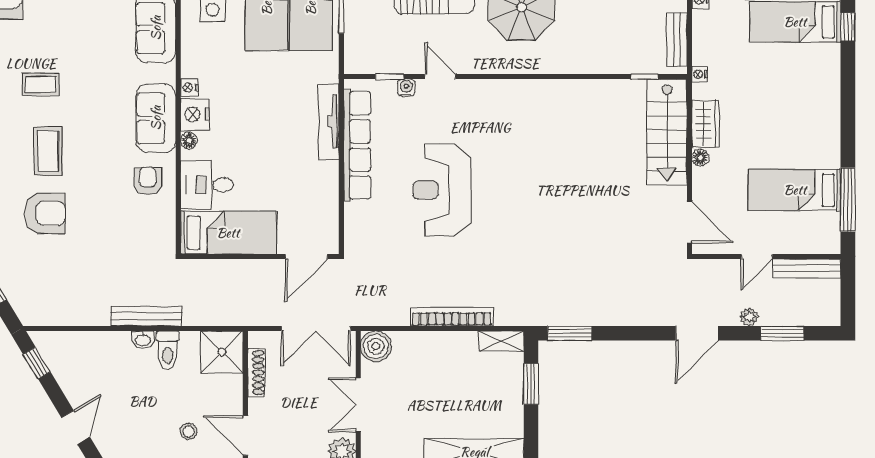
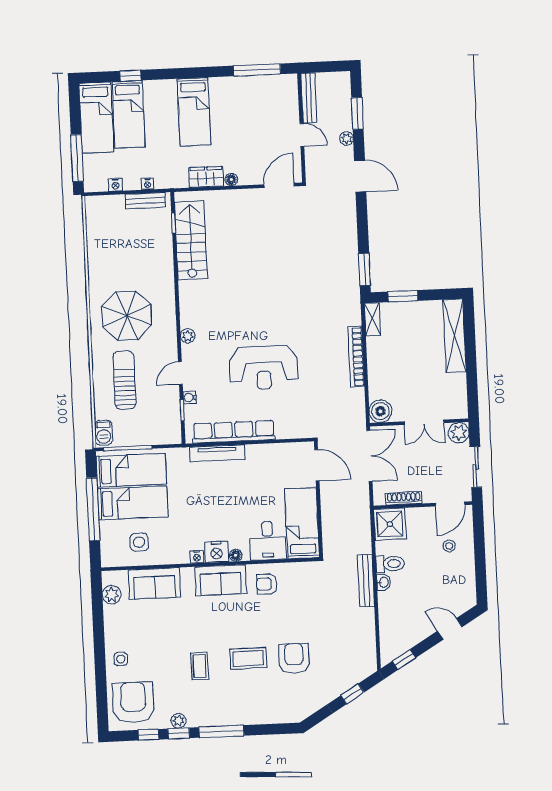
nightstand: (699, 74) -> (148, 184), moved
plant: (490, 89) -> (188, 336), added
stairs: (667, 132) -> (191, 240), moved, turned -90
bed: (795, 190) -> (194, 112), moved

